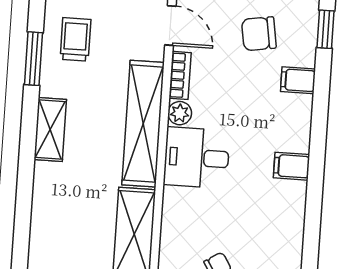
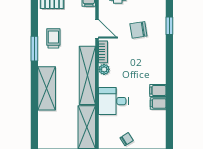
filing cabinet: (298, 80) -> (158, 103), moved
shelving: (50, 130) -> (47, 88), width x1.50, depth x1.33
desk: (197, 158) -> (113, 101), moved

